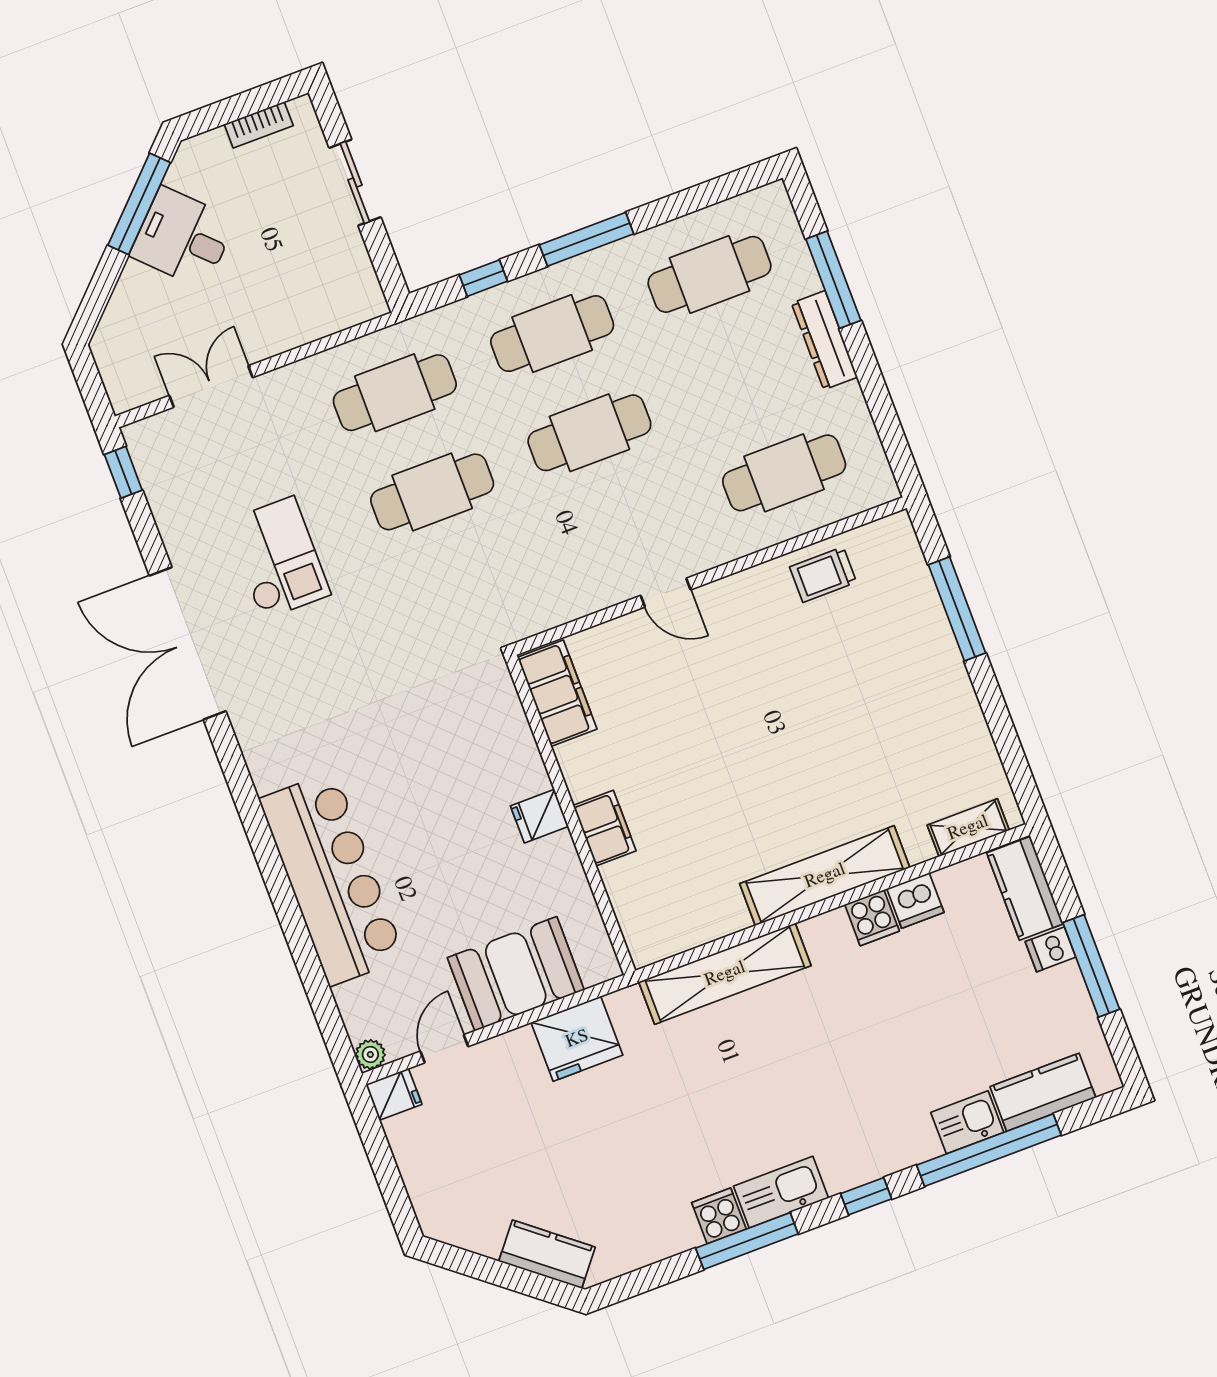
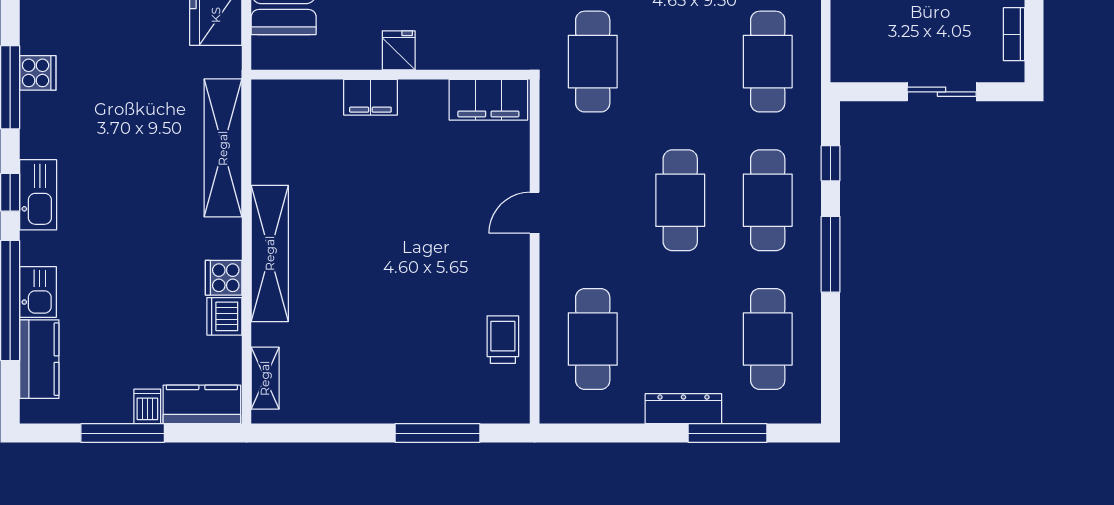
cafe table: (432, 492) -> (593, 62), moved
kitchen sink: (781, 1192) -> (38, 195), moved

